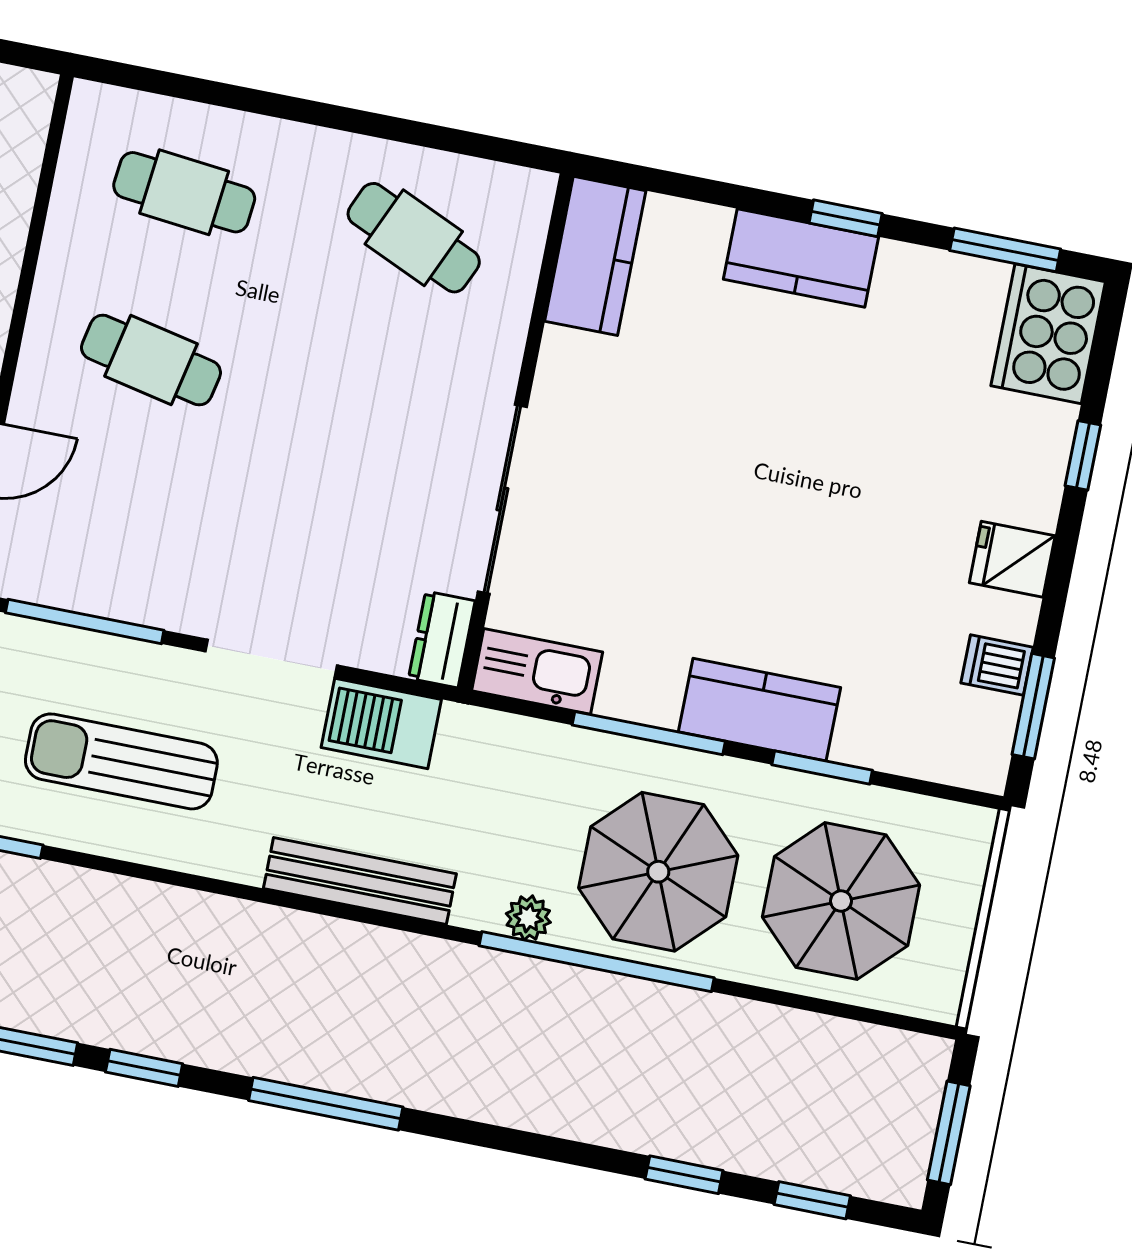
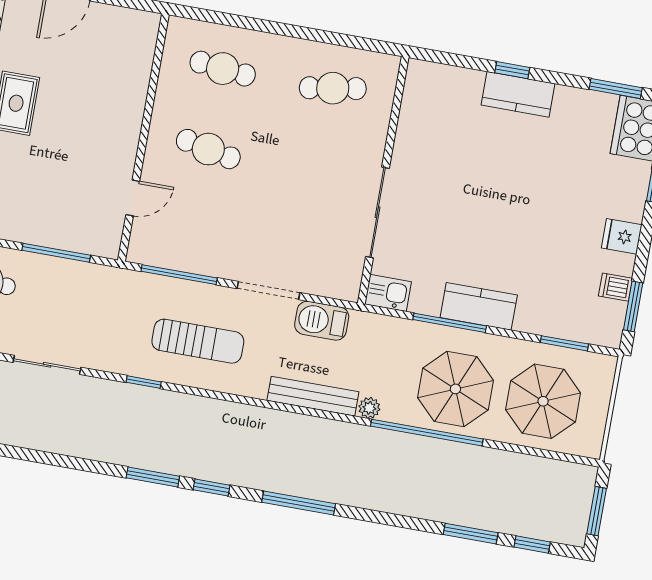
window: (846, 218) -> (512, 70), moved
cafe table: (414, 238) -> (333, 88), turned -33
kitchen counter: (595, 256) -> (420, 95), removed
dresser: (442, 640) -> (350, 280), removed
kitchen sink: (537, 671) -> (388, 293), width x0.73
kitchen counter: (759, 710) -> (479, 306), moved
sun lounger: (121, 761) -> (198, 341), turned 180
window: (822, 768) -> (564, 343), moved
plant: (528, 918) -> (369, 408), moved
window: (684, 1175) -> (471, 534), width x1.50

